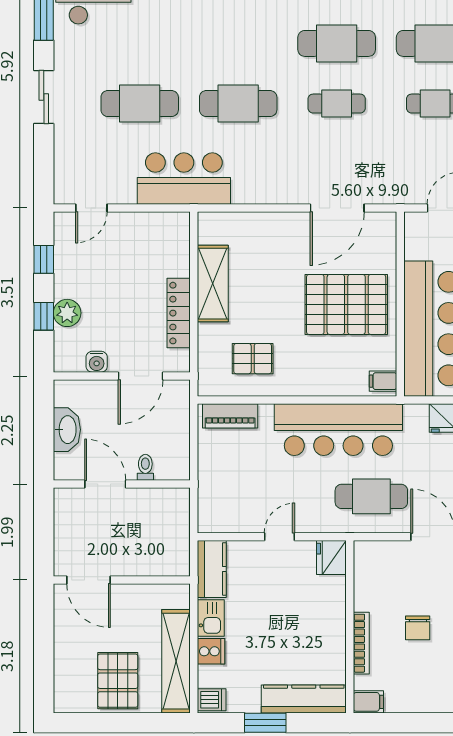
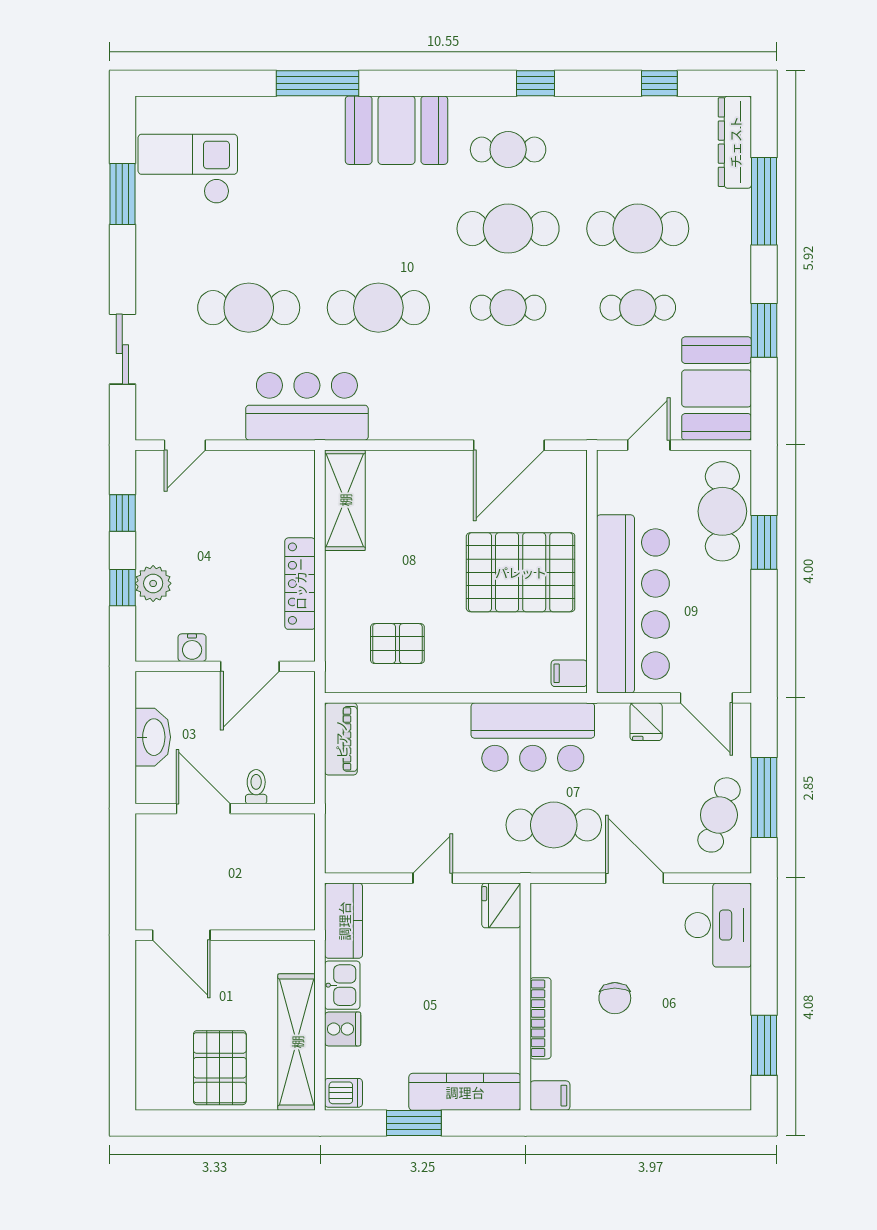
sliding door: (44, 97) -> (122, 349), moved
shelving: (213, 284) -> (345, 500), moved
piano: (230, 416) -> (341, 739), moved, turned -90
bar counter: (338, 430) -> (533, 737), width x0.73

